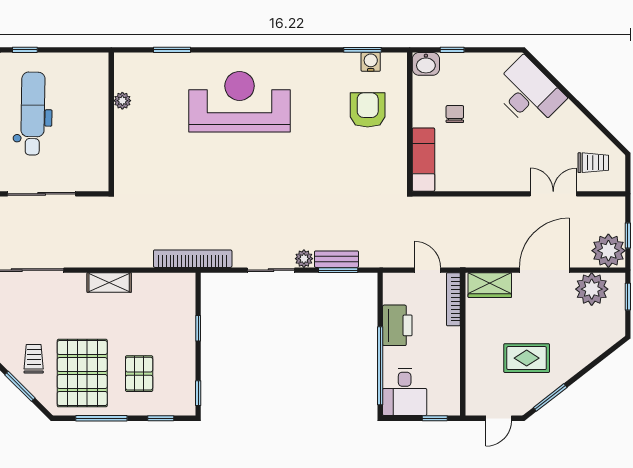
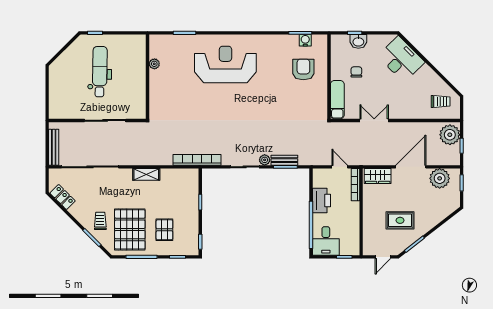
washbasin: (426, 64) -> (358, 41), moved
double door: (553, 194) -> (374, 120), moved
plant: (608, 251) -> (450, 135), moved

